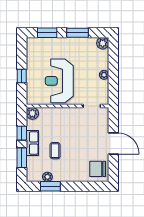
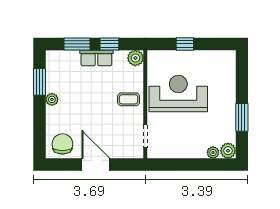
window: (47, 33) -> (242, 77), removed
plant: (104, 75) -> (213, 152), moved
door: (113, 143) -> (96, 165), swing flipped
coffee table: (55, 151) -> (129, 99), moved
plant: (47, 177) -> (52, 99), moved

